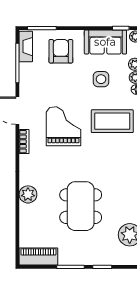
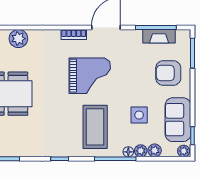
fireplace: (26, 47) -> (159, 36), moved
armchair: (61, 51) -> (168, 73), turned 180

